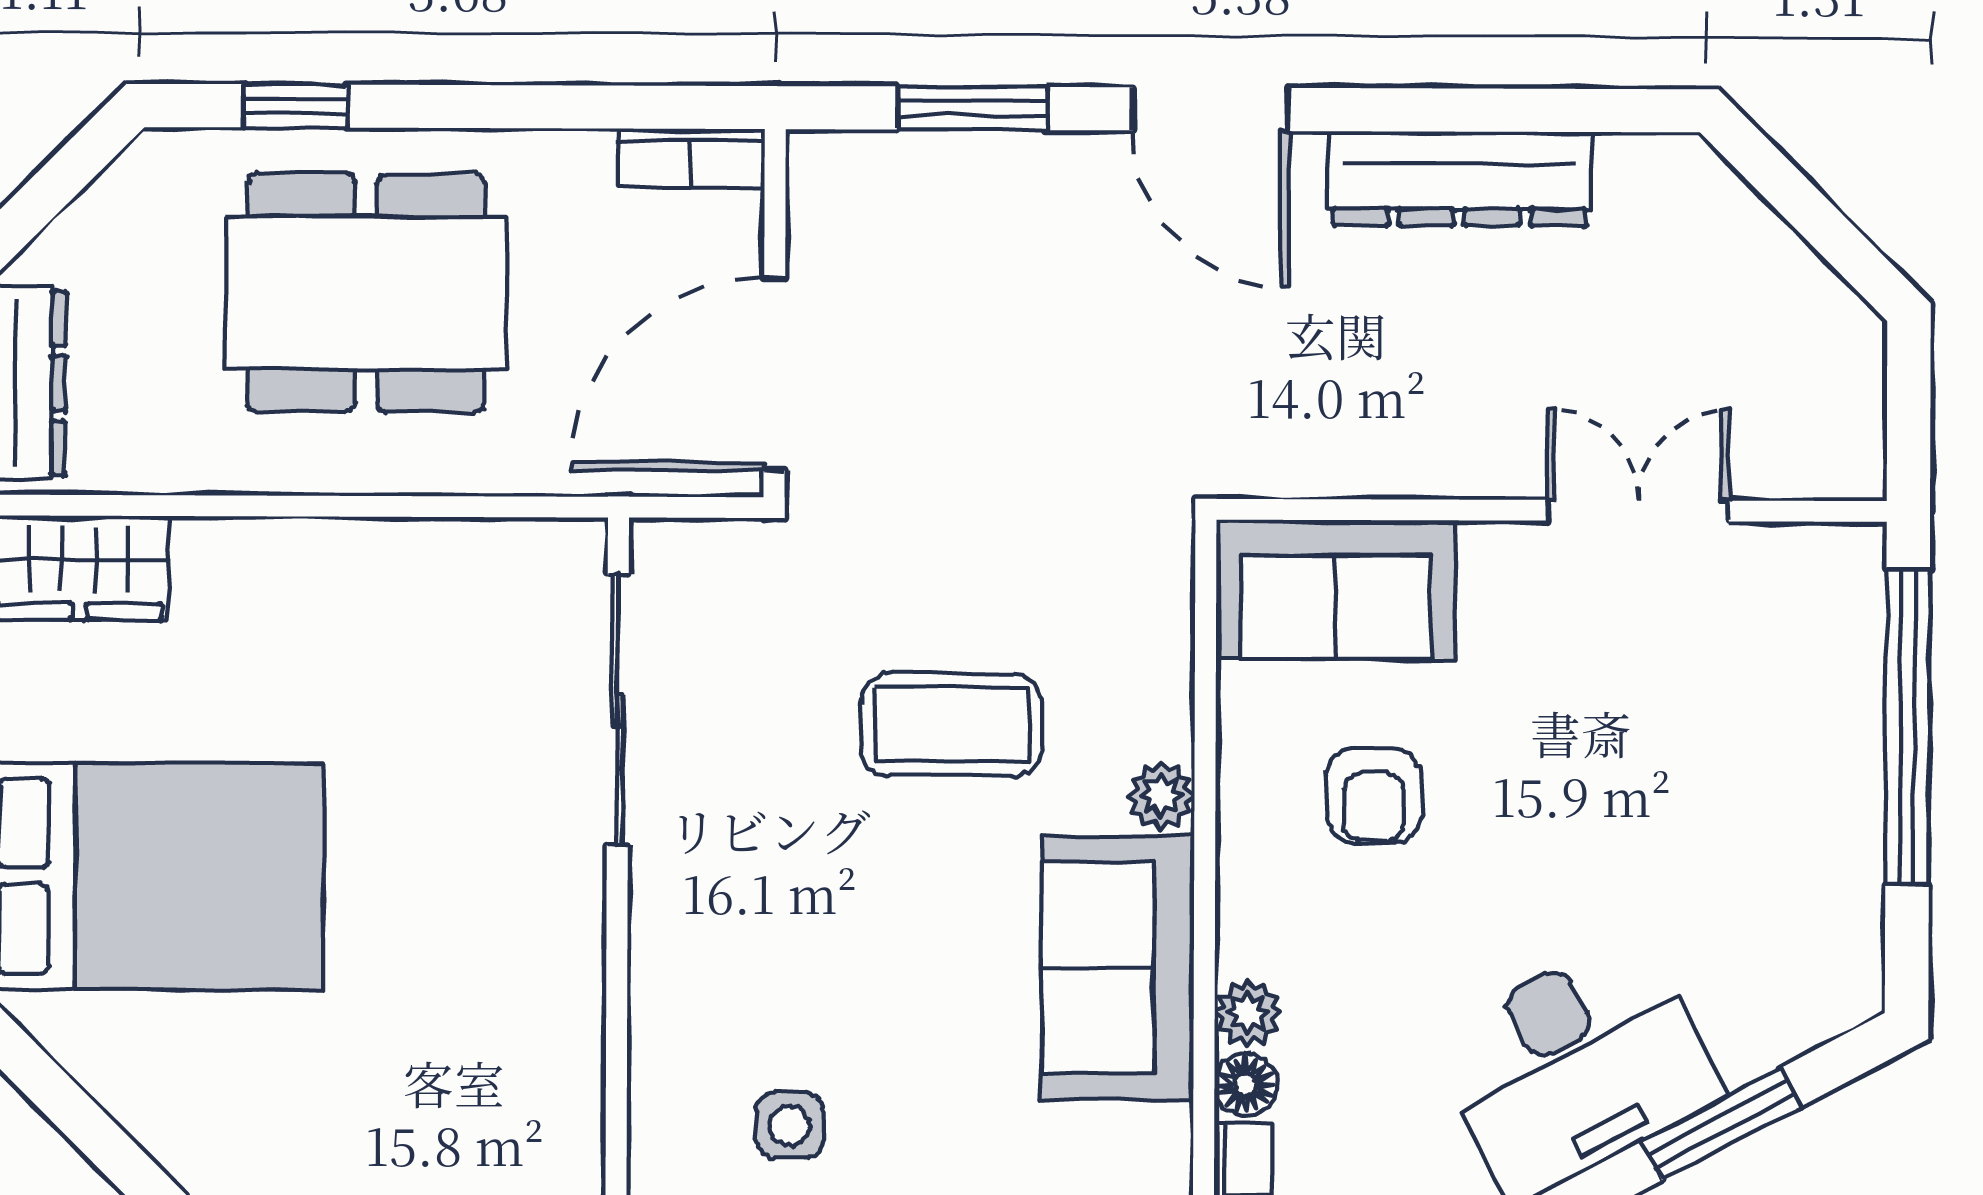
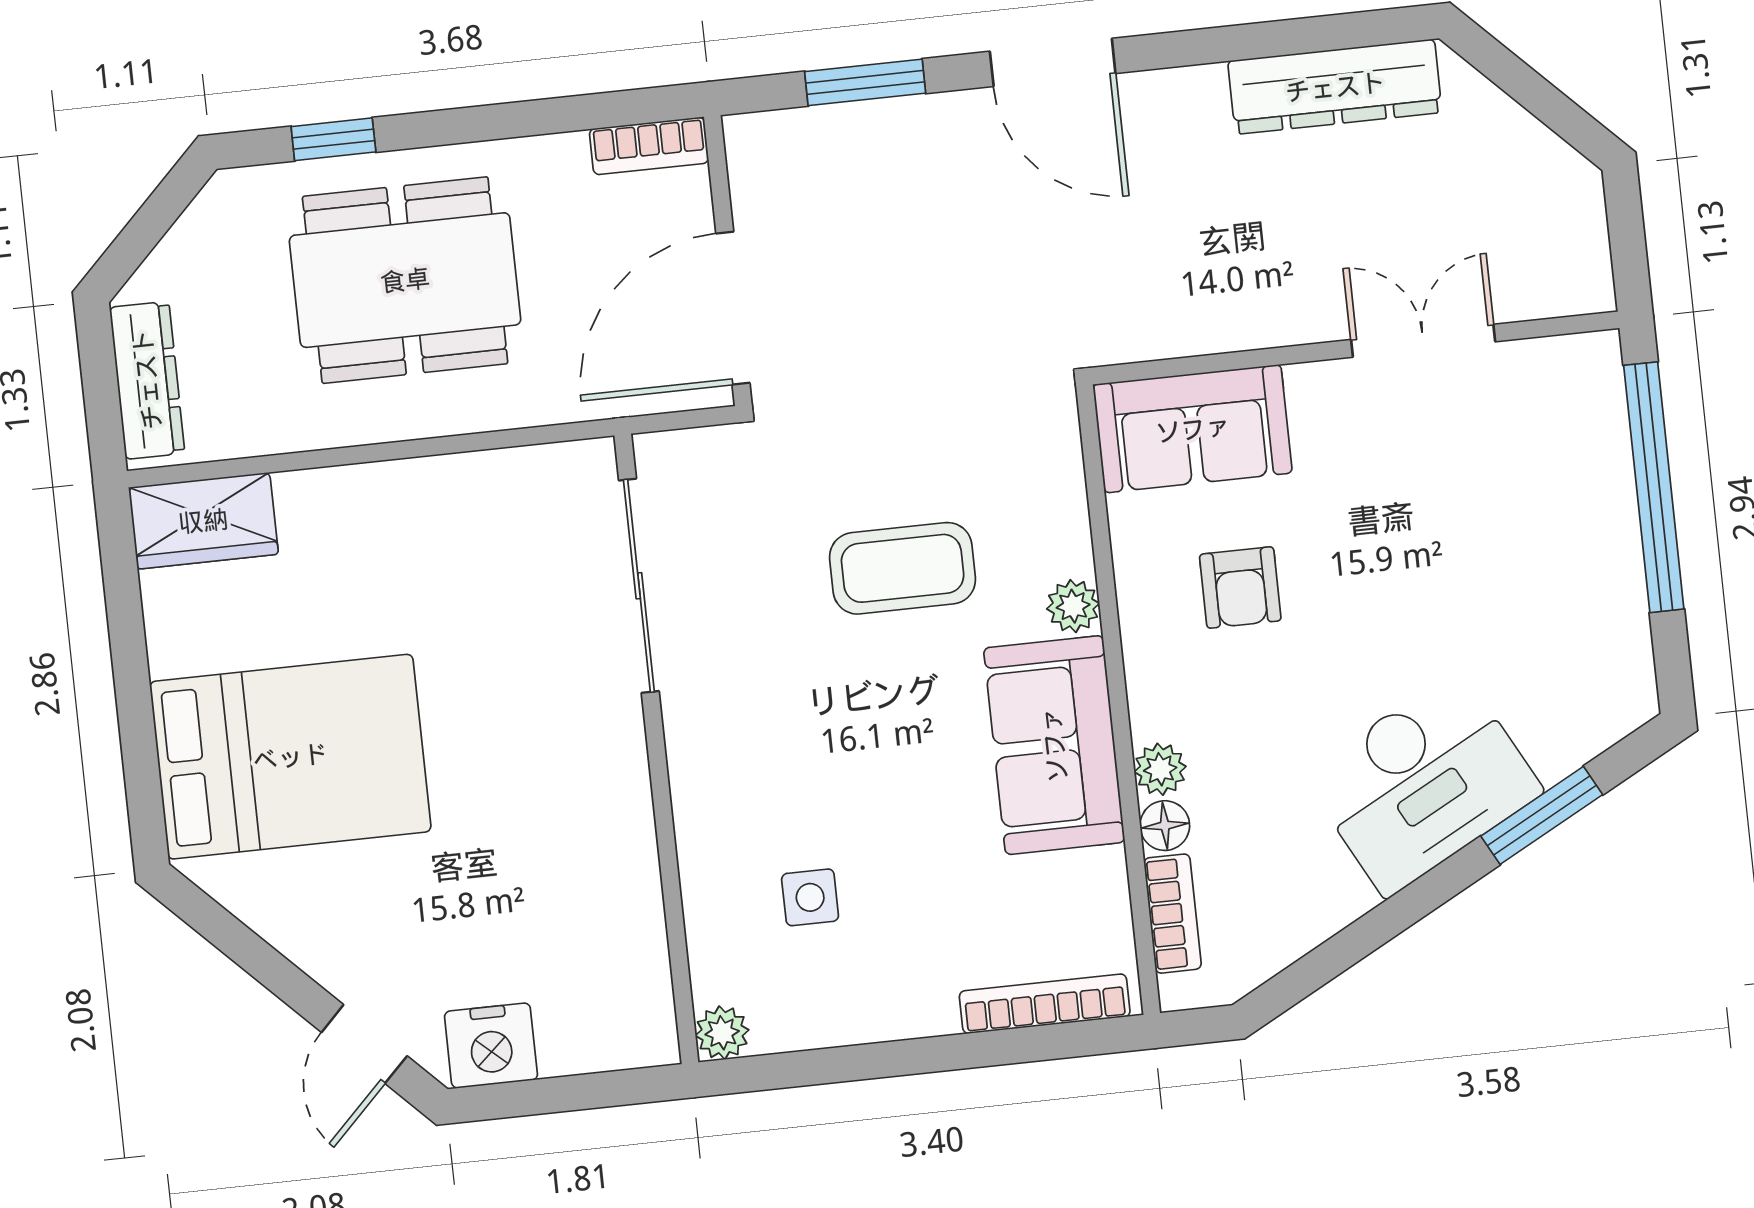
dresser: (1459, 179) -> (1335, 87), moved

